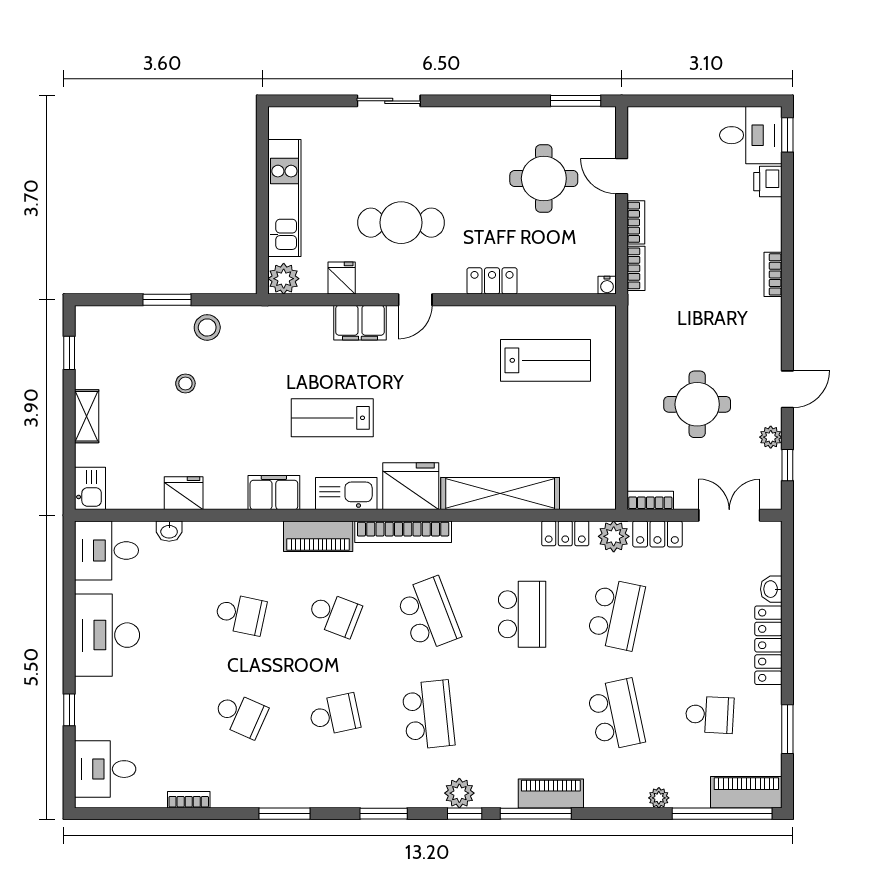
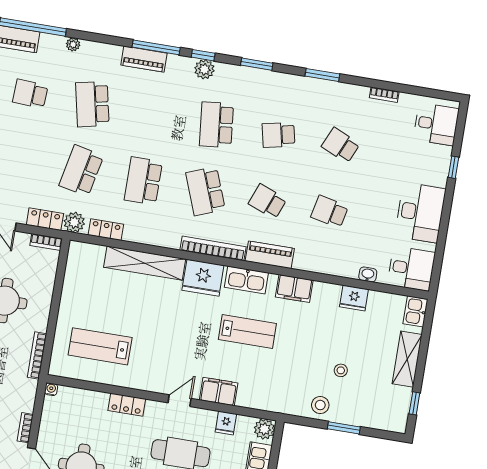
bookcase: (636, 268) -> (37, 356), moved, width x1.56
shelving: (87, 416) -> (407, 359), width x1.50, depth x1.33

